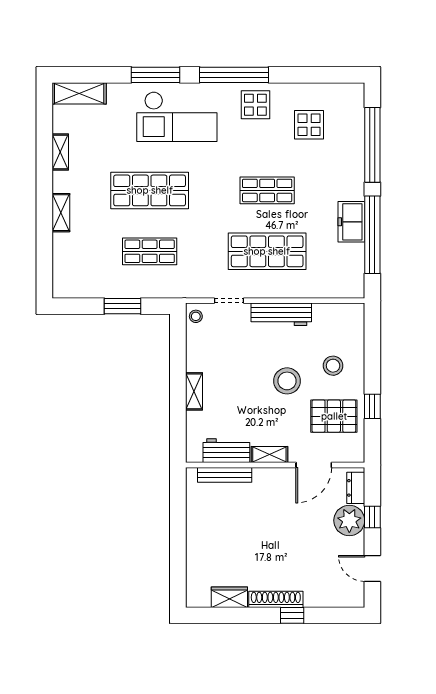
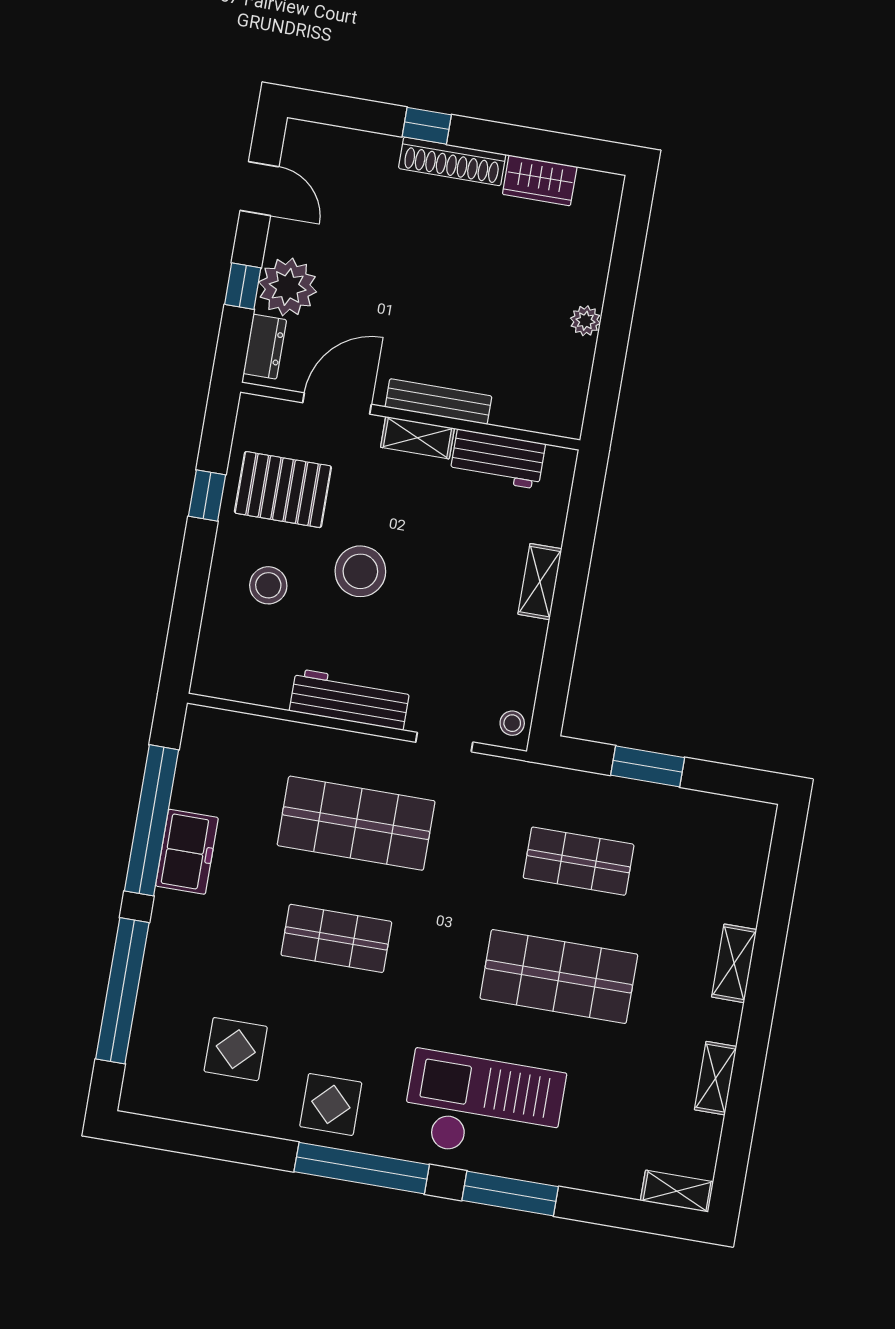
shelving: (79, 93) -> (677, 1191), width x0.67, depth x0.75
bench: (225, 475) -> (438, 402), moved
plant: (194, 529) -> (585, 321), added

